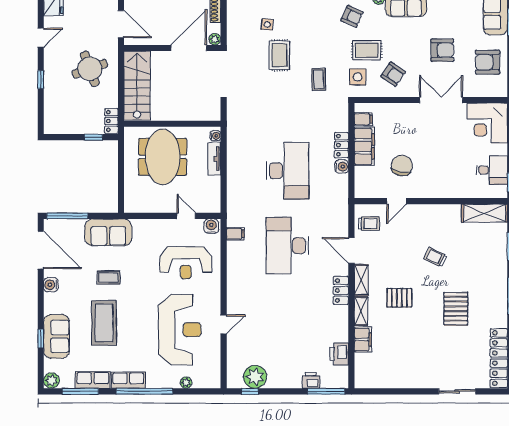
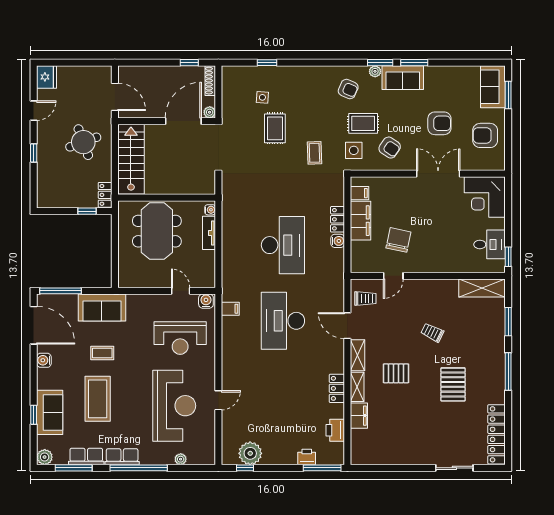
locker: (341, 290) -> (337, 388), moved

